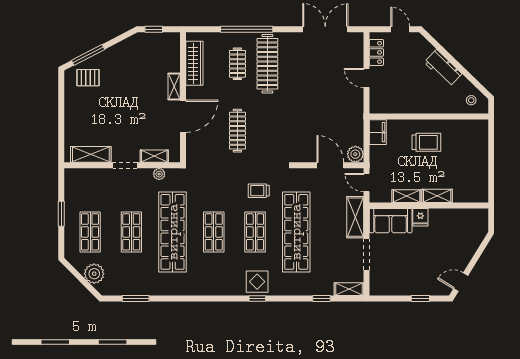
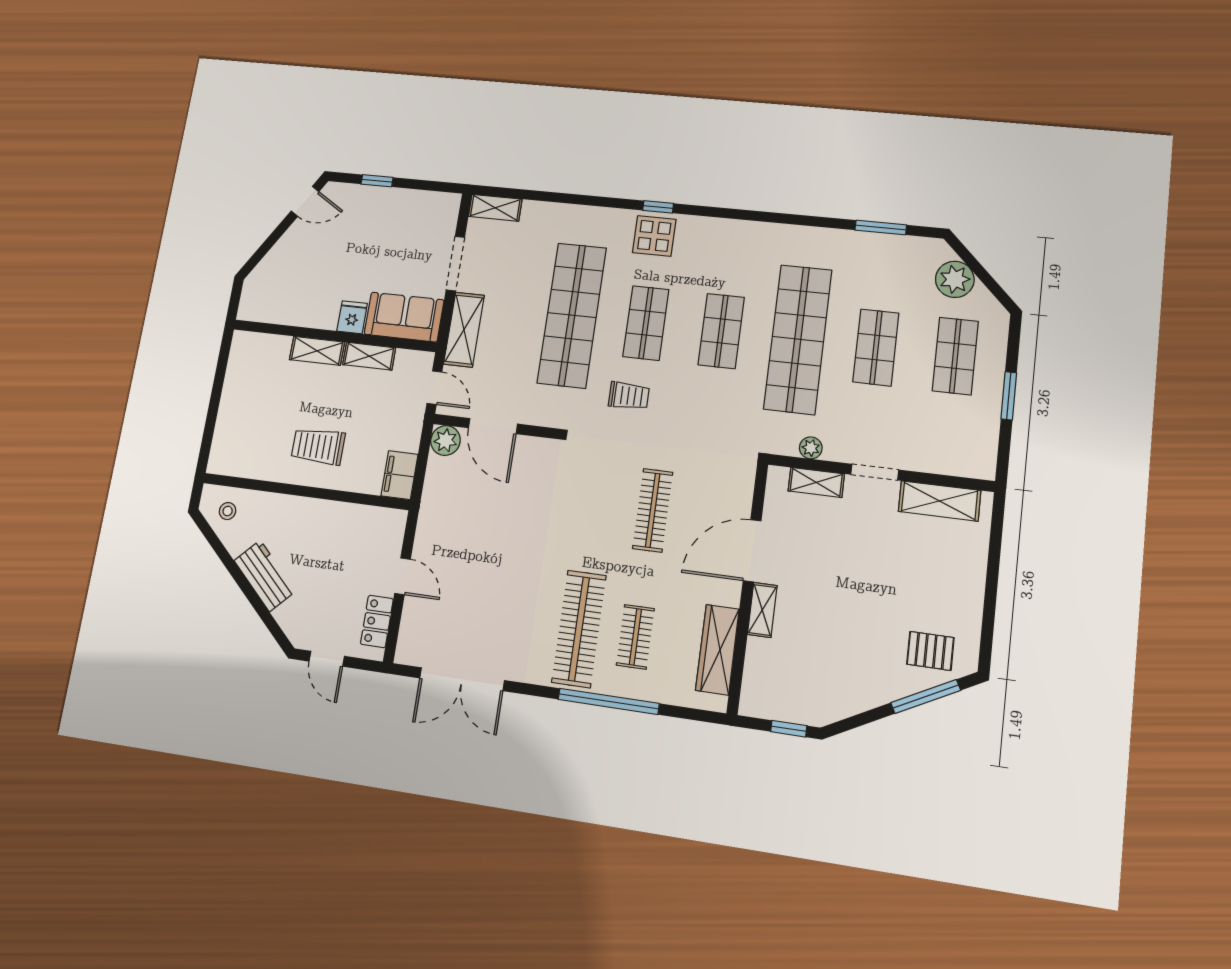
window: (322, 299) -> (545, 196), removed

